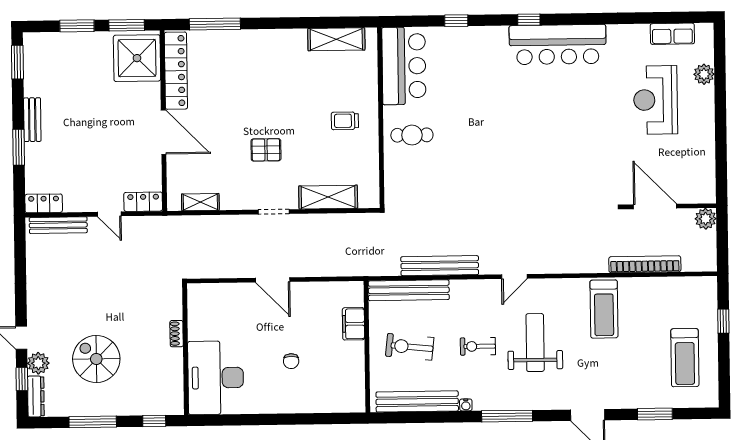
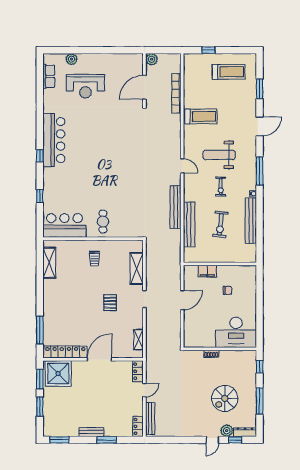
filing cabinet: (353, 324) -> (207, 271), moved
wall: (367, 347) -> (220, 264), moved

